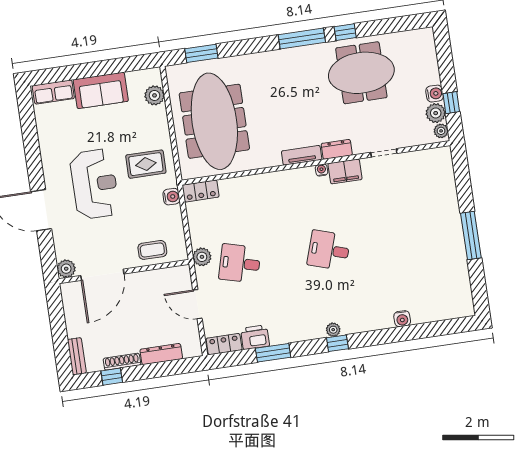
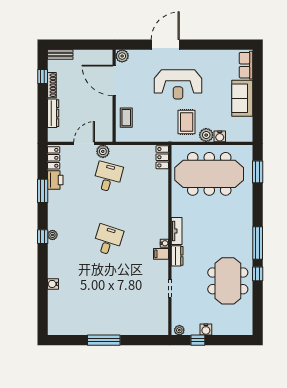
plant: (154, 95) -> (206, 135), moved
plant: (436, 113) -> (192, 328), removed
filing cabinet: (345, 171) -> (161, 254), width x0.50
water cooler: (171, 197) -> (220, 136), moved
plant: (202, 257) -> (103, 151), moved

